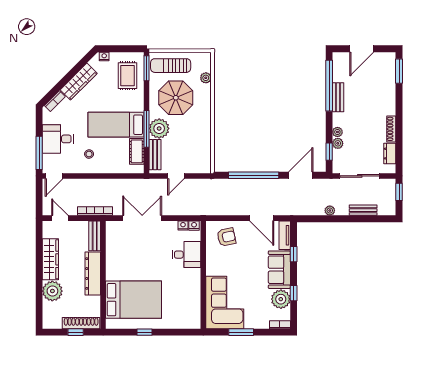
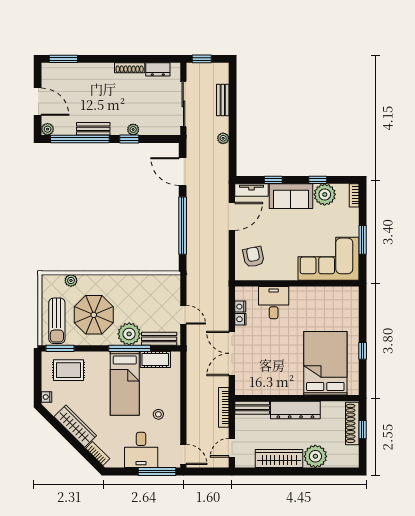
plant: (338, 143) -> (48, 129), moved
window: (329, 152) -> (129, 139), moved
nightstand: (194, 226) -> (240, 319), moved

